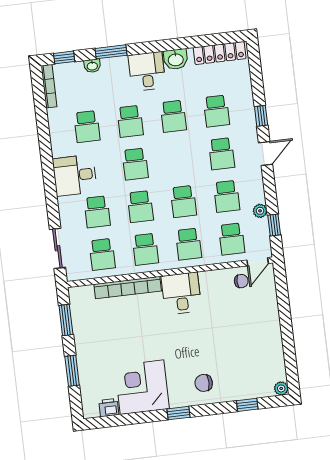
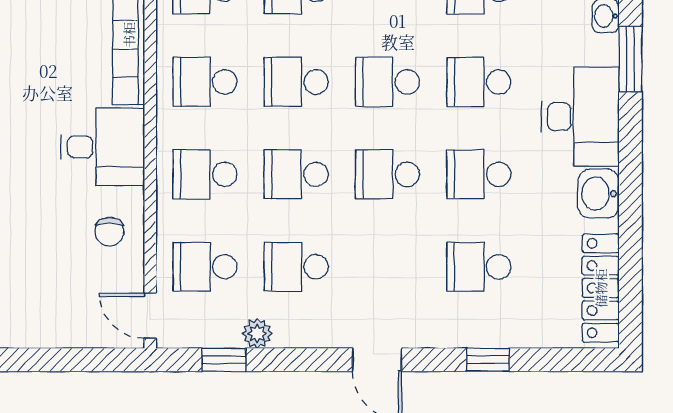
desk: (147, 71) -> (580, 117), width x1.37
window: (261, 116) -> (488, 360), moved
school desk: (222, 154) -> (387, 174), moved
chair: (241, 281) -> (109, 232), moved

